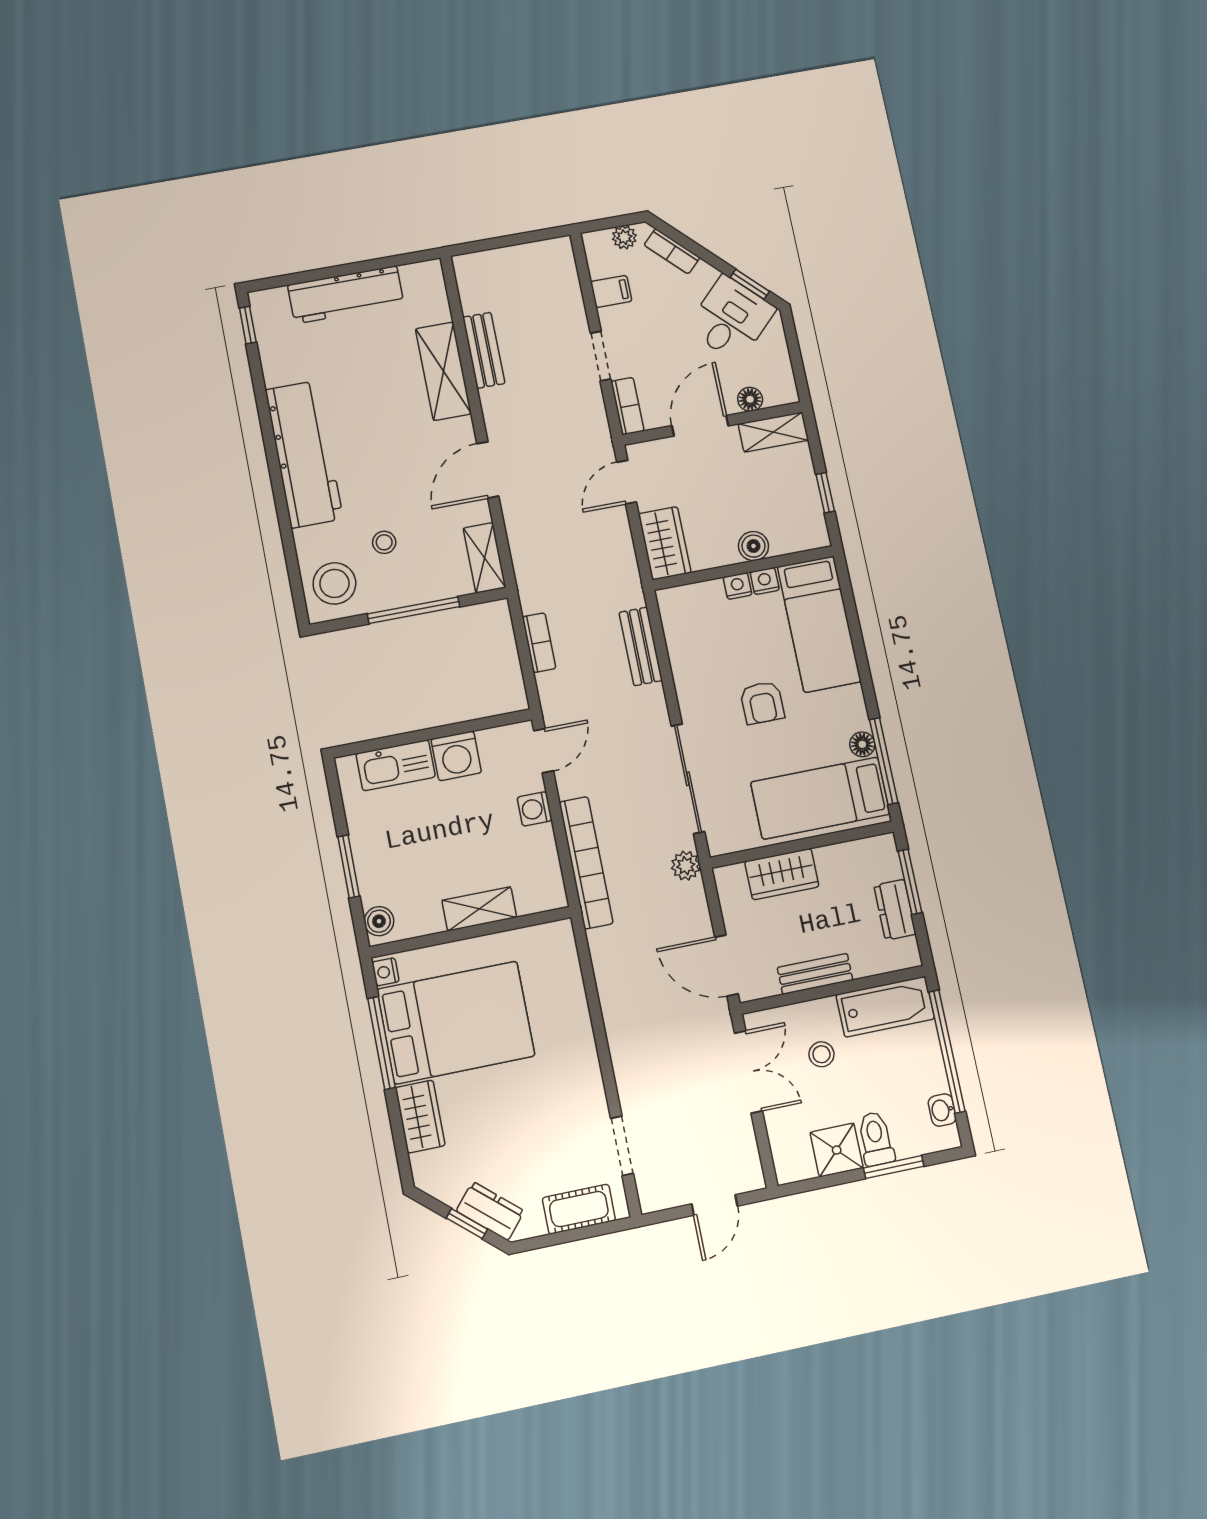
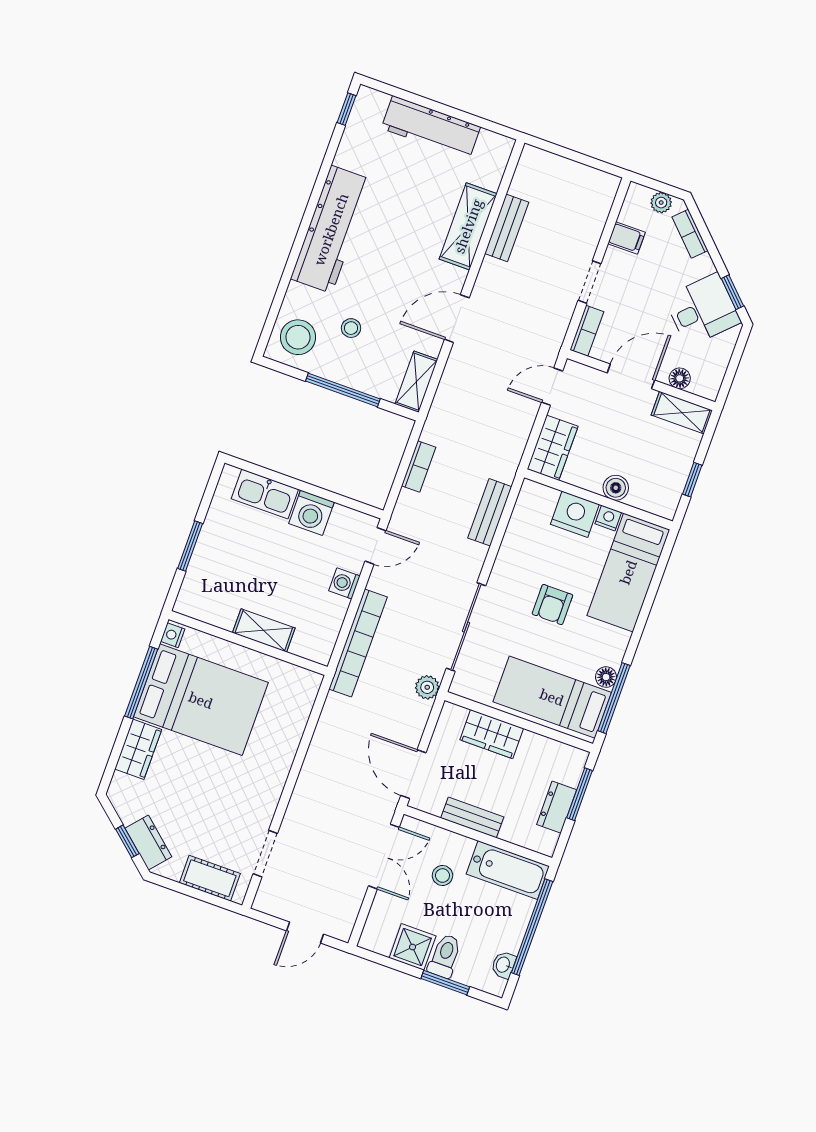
nightstand: (738, 586) -> (575, 514), width x1.89, depth x1.79
boiler: (379, 921) -> (189, 597), removed

